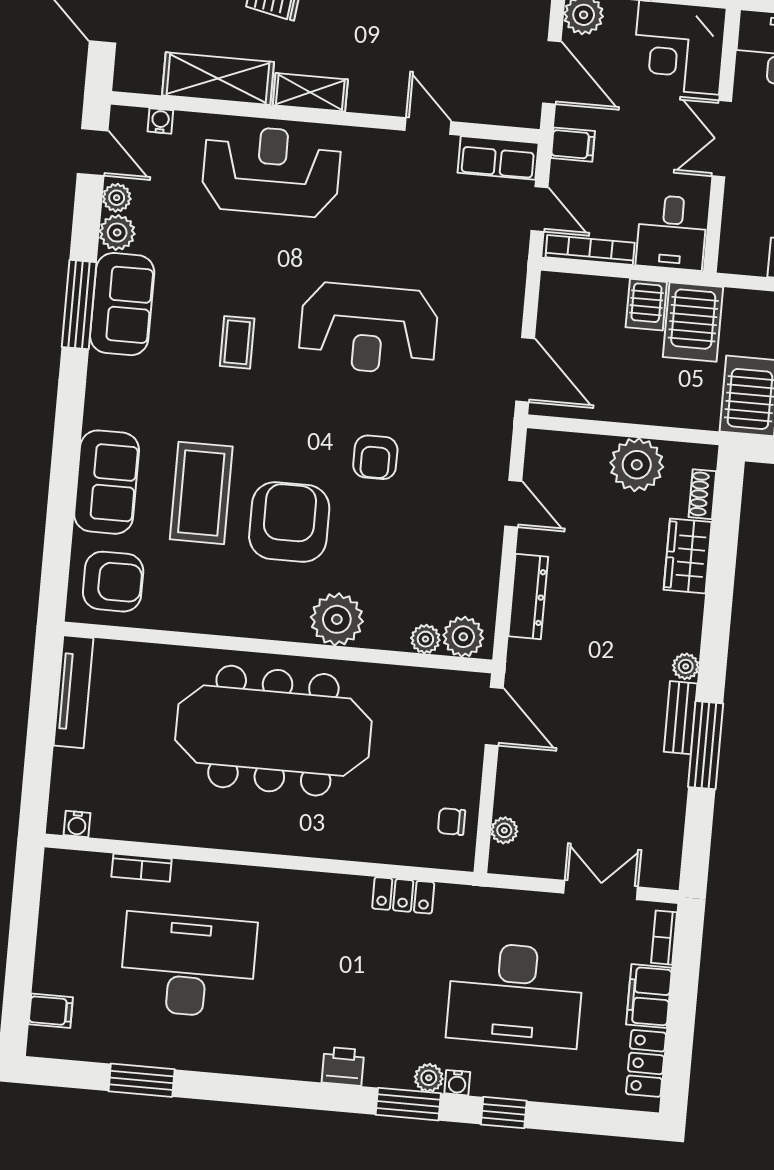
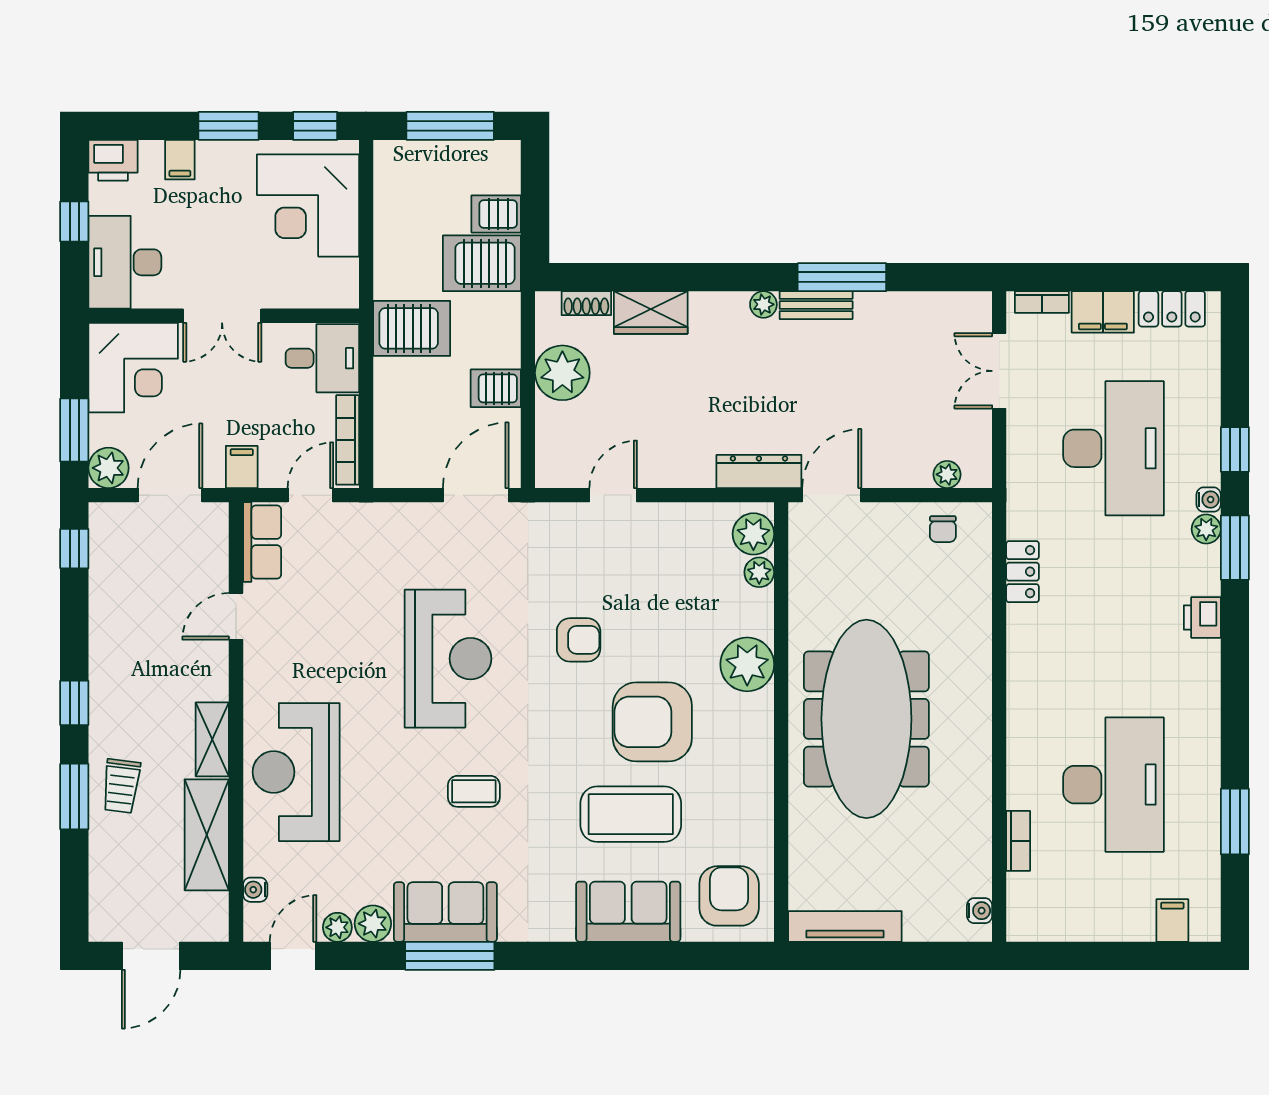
server rack: (646, 305) -> (496, 388), moved, turned 180
dresser: (528, 596) -> (759, 471), moved
desk: (188, 965) -> (1113, 785), turned 180

